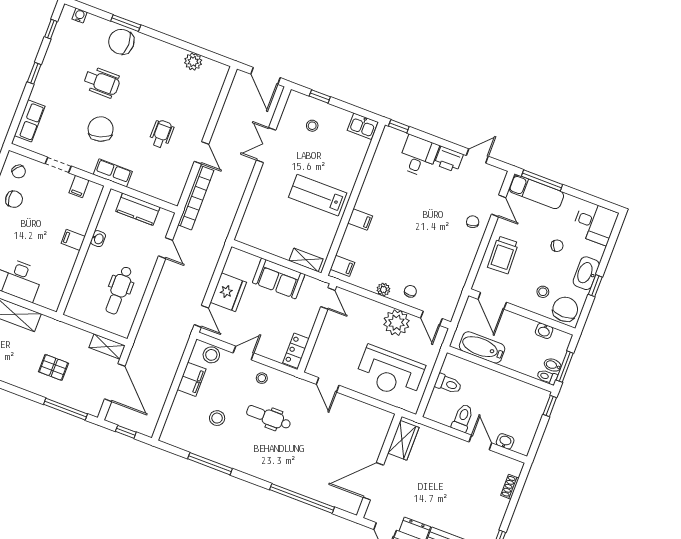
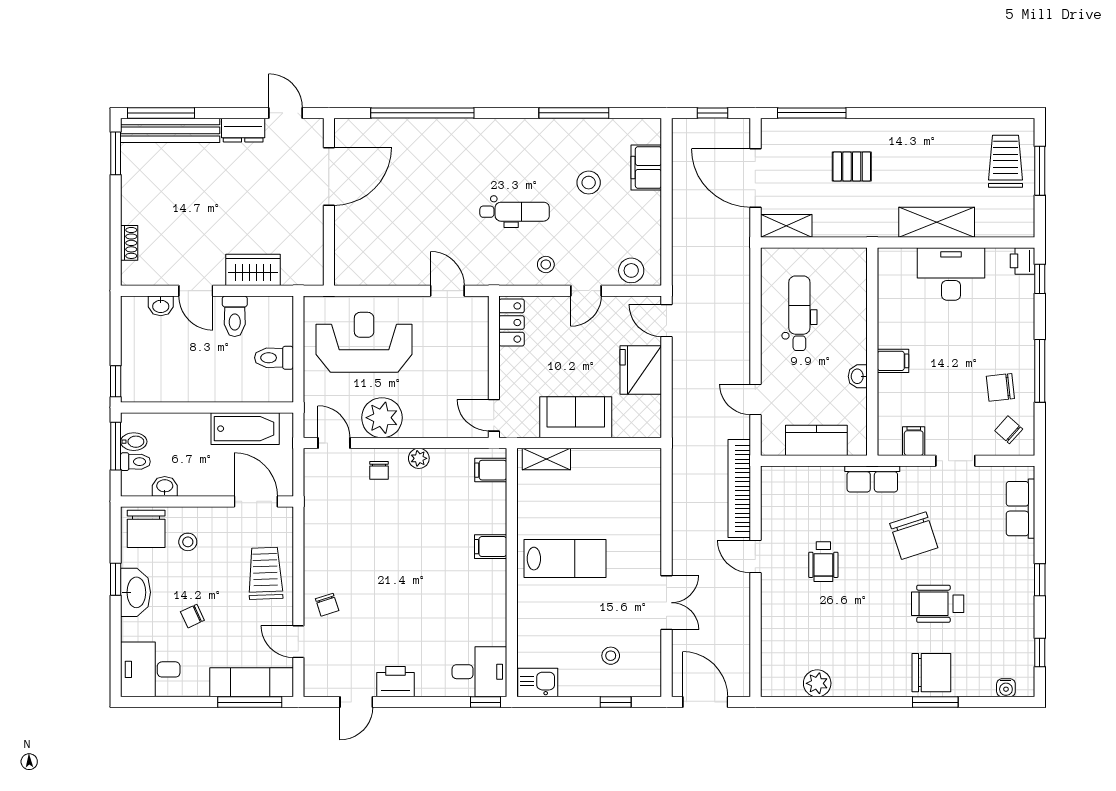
desk: (418, 156) -> (479, 672), moved, turned -90
toilet: (547, 377) -> (135, 462), moved
filing cabinet: (192, 379) -> (646, 167), moved
wardrobe: (403, 440) -> (253, 270), moved, turned 90

